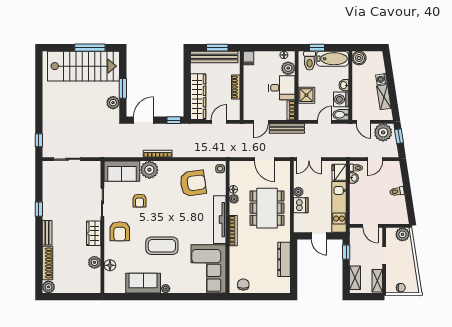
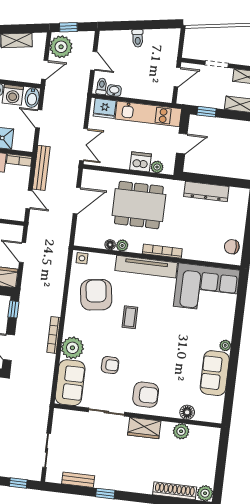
plant: (298, 192) -> (157, 167), moved
bench: (47, 233) -> (78, 480), moved
plant: (402, 234) -> (193, 38), removed
coffee table: (162, 246) -> (130, 317), moved, width x0.54, depth x0.58

